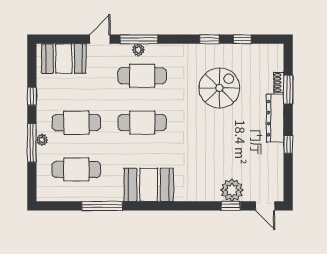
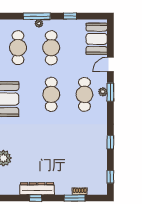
door: (100, 39) -> (110, 64), swing flipped
window: (139, 39) -> (110, 92), width x0.69
window: (242, 39) -> (110, 177), moved
spiral stairs: (219, 88) -> (76, 149), removed
dresser: (275, 118) -> (37, 189), moved

